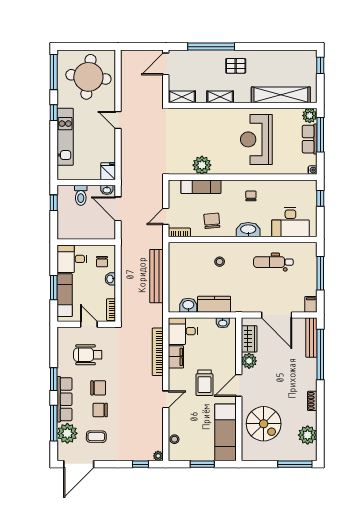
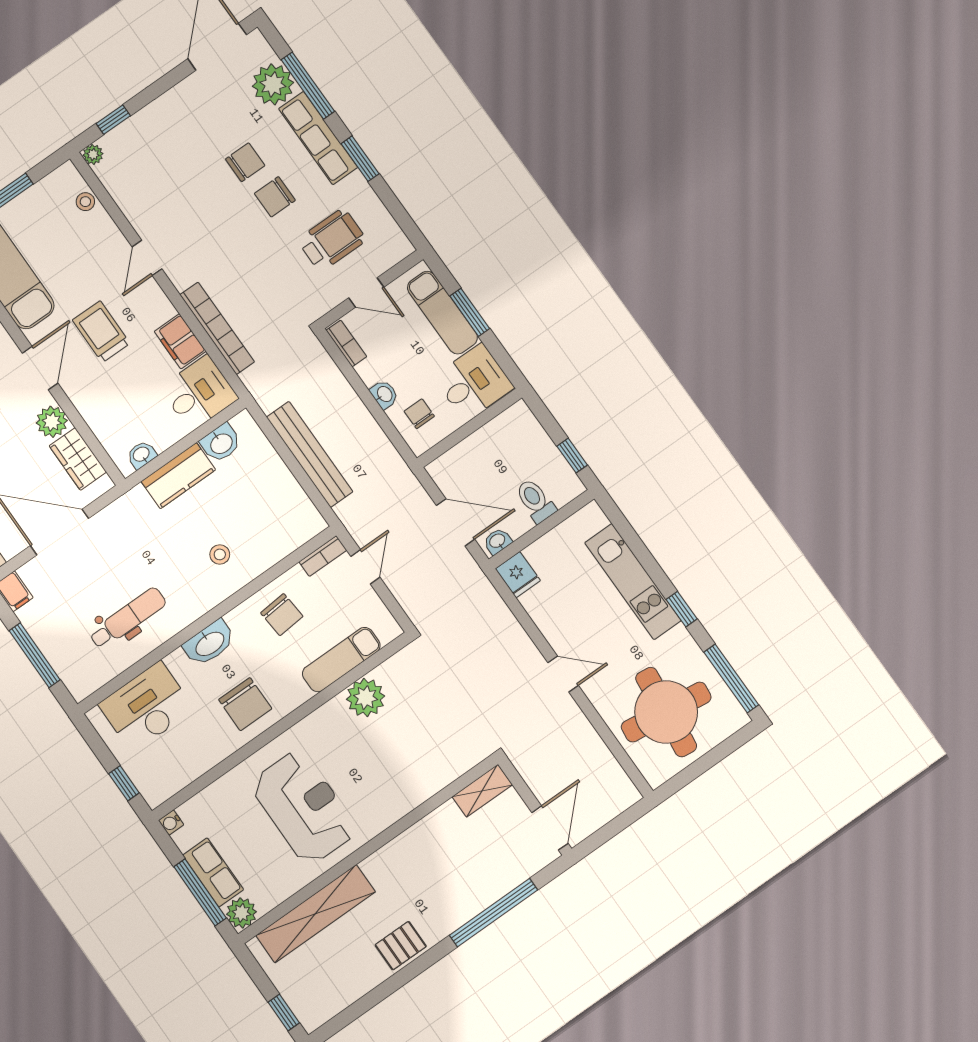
pallet: (236, 66) -> (401, 946), moved
shelving: (220, 97) -> (417, 837), removed
chair: (251, 196) -> (245, 704), width x1.87, depth x1.87
coffee table: (96, 437) -> (220, 113), removed

